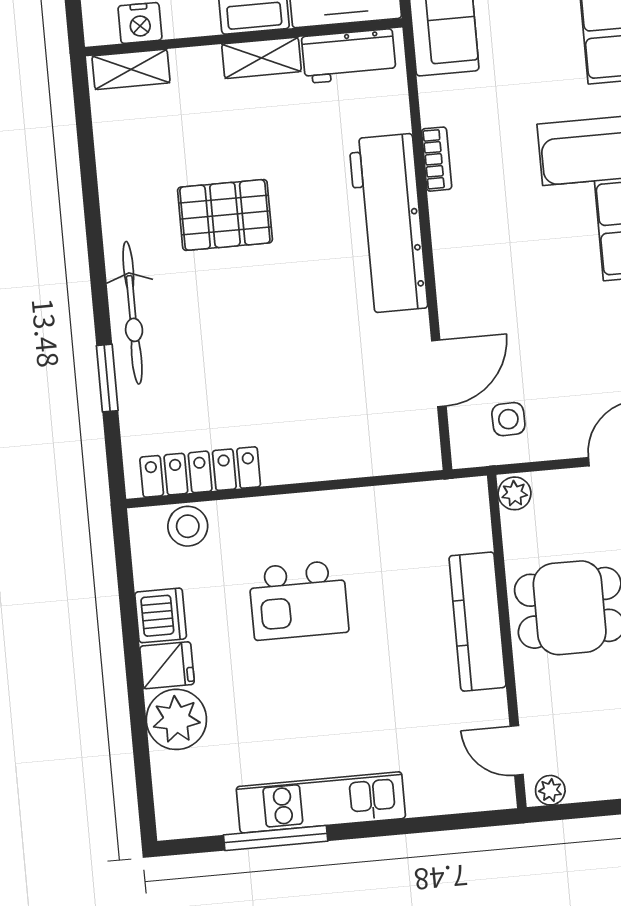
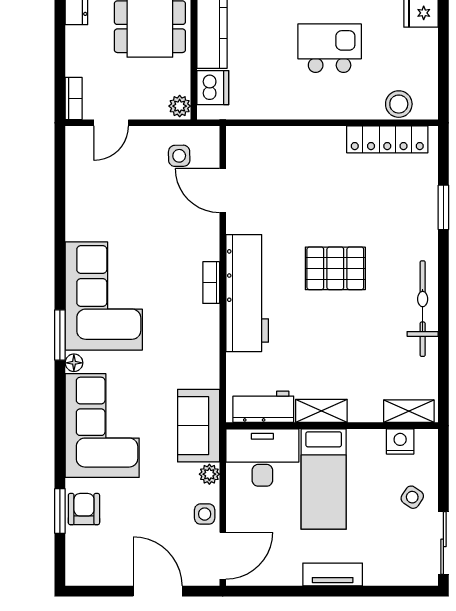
bookcase: (437, 159) -> (211, 283), moved
pallet: (225, 215) -> (335, 268), moved
bicycle: (133, 313) -> (423, 309), moved
door: (439, 373) -> (223, 190), hinge flipped
dishwasher: (161, 615) -> (213, 88), moved, turned 180

